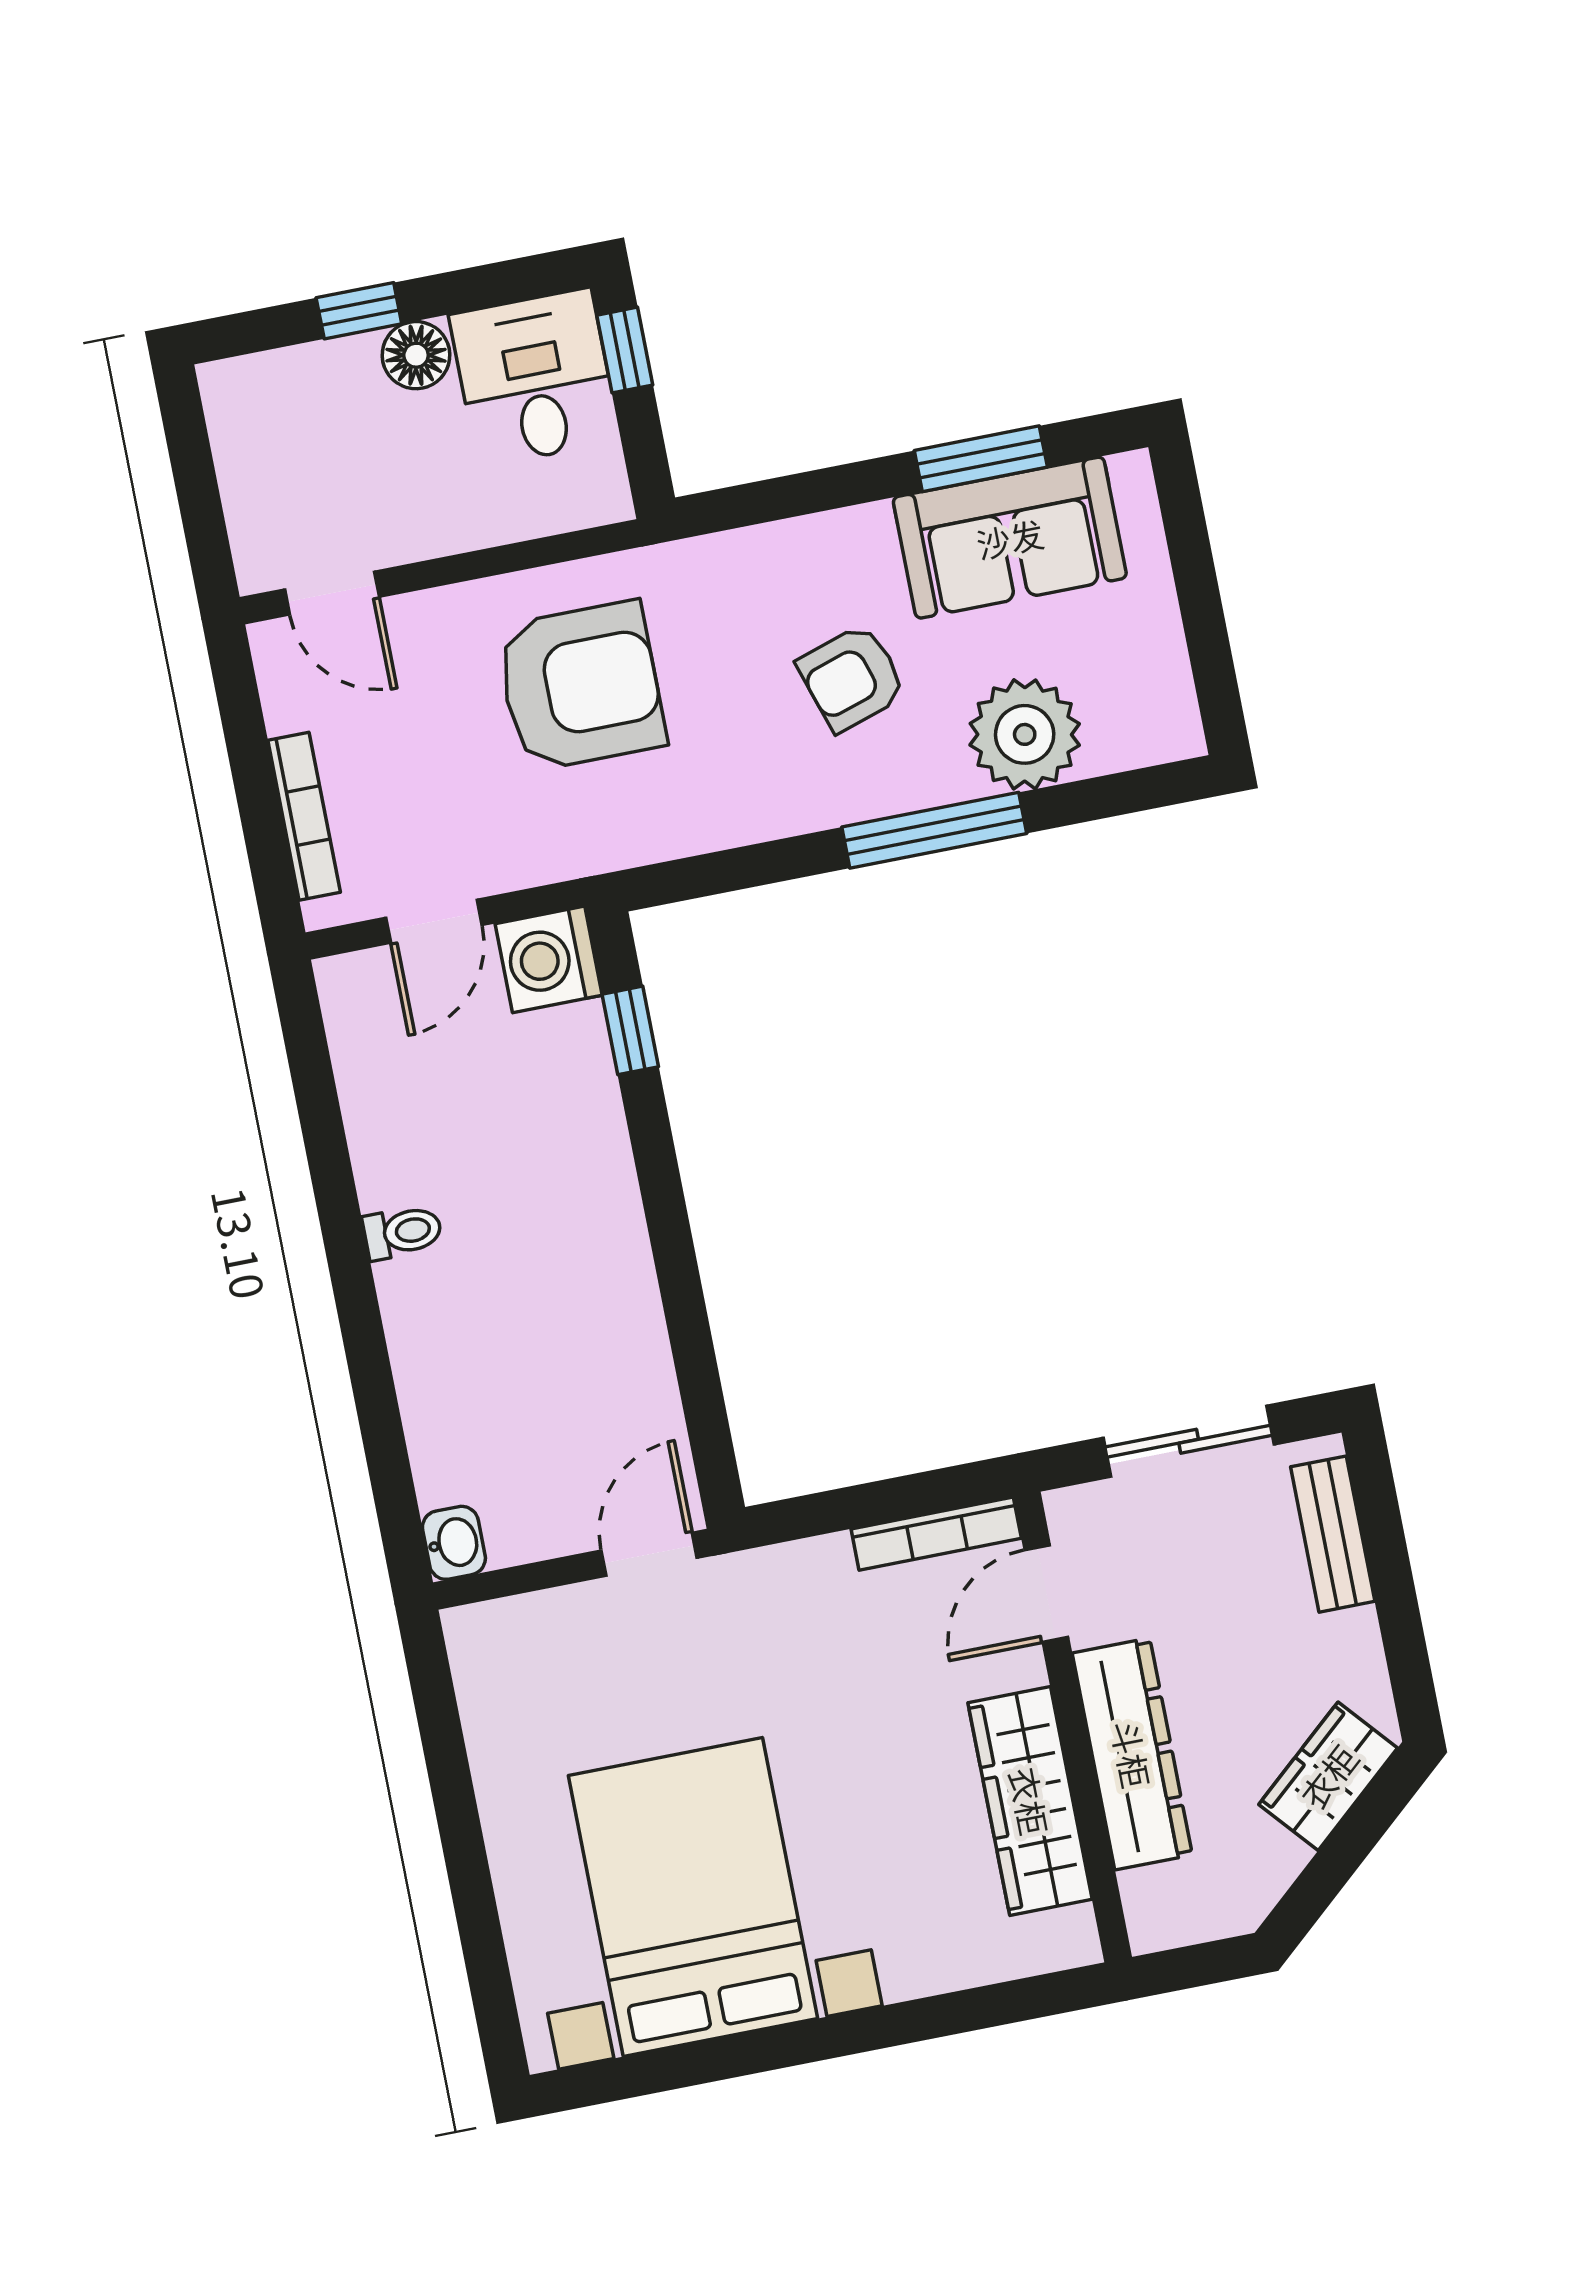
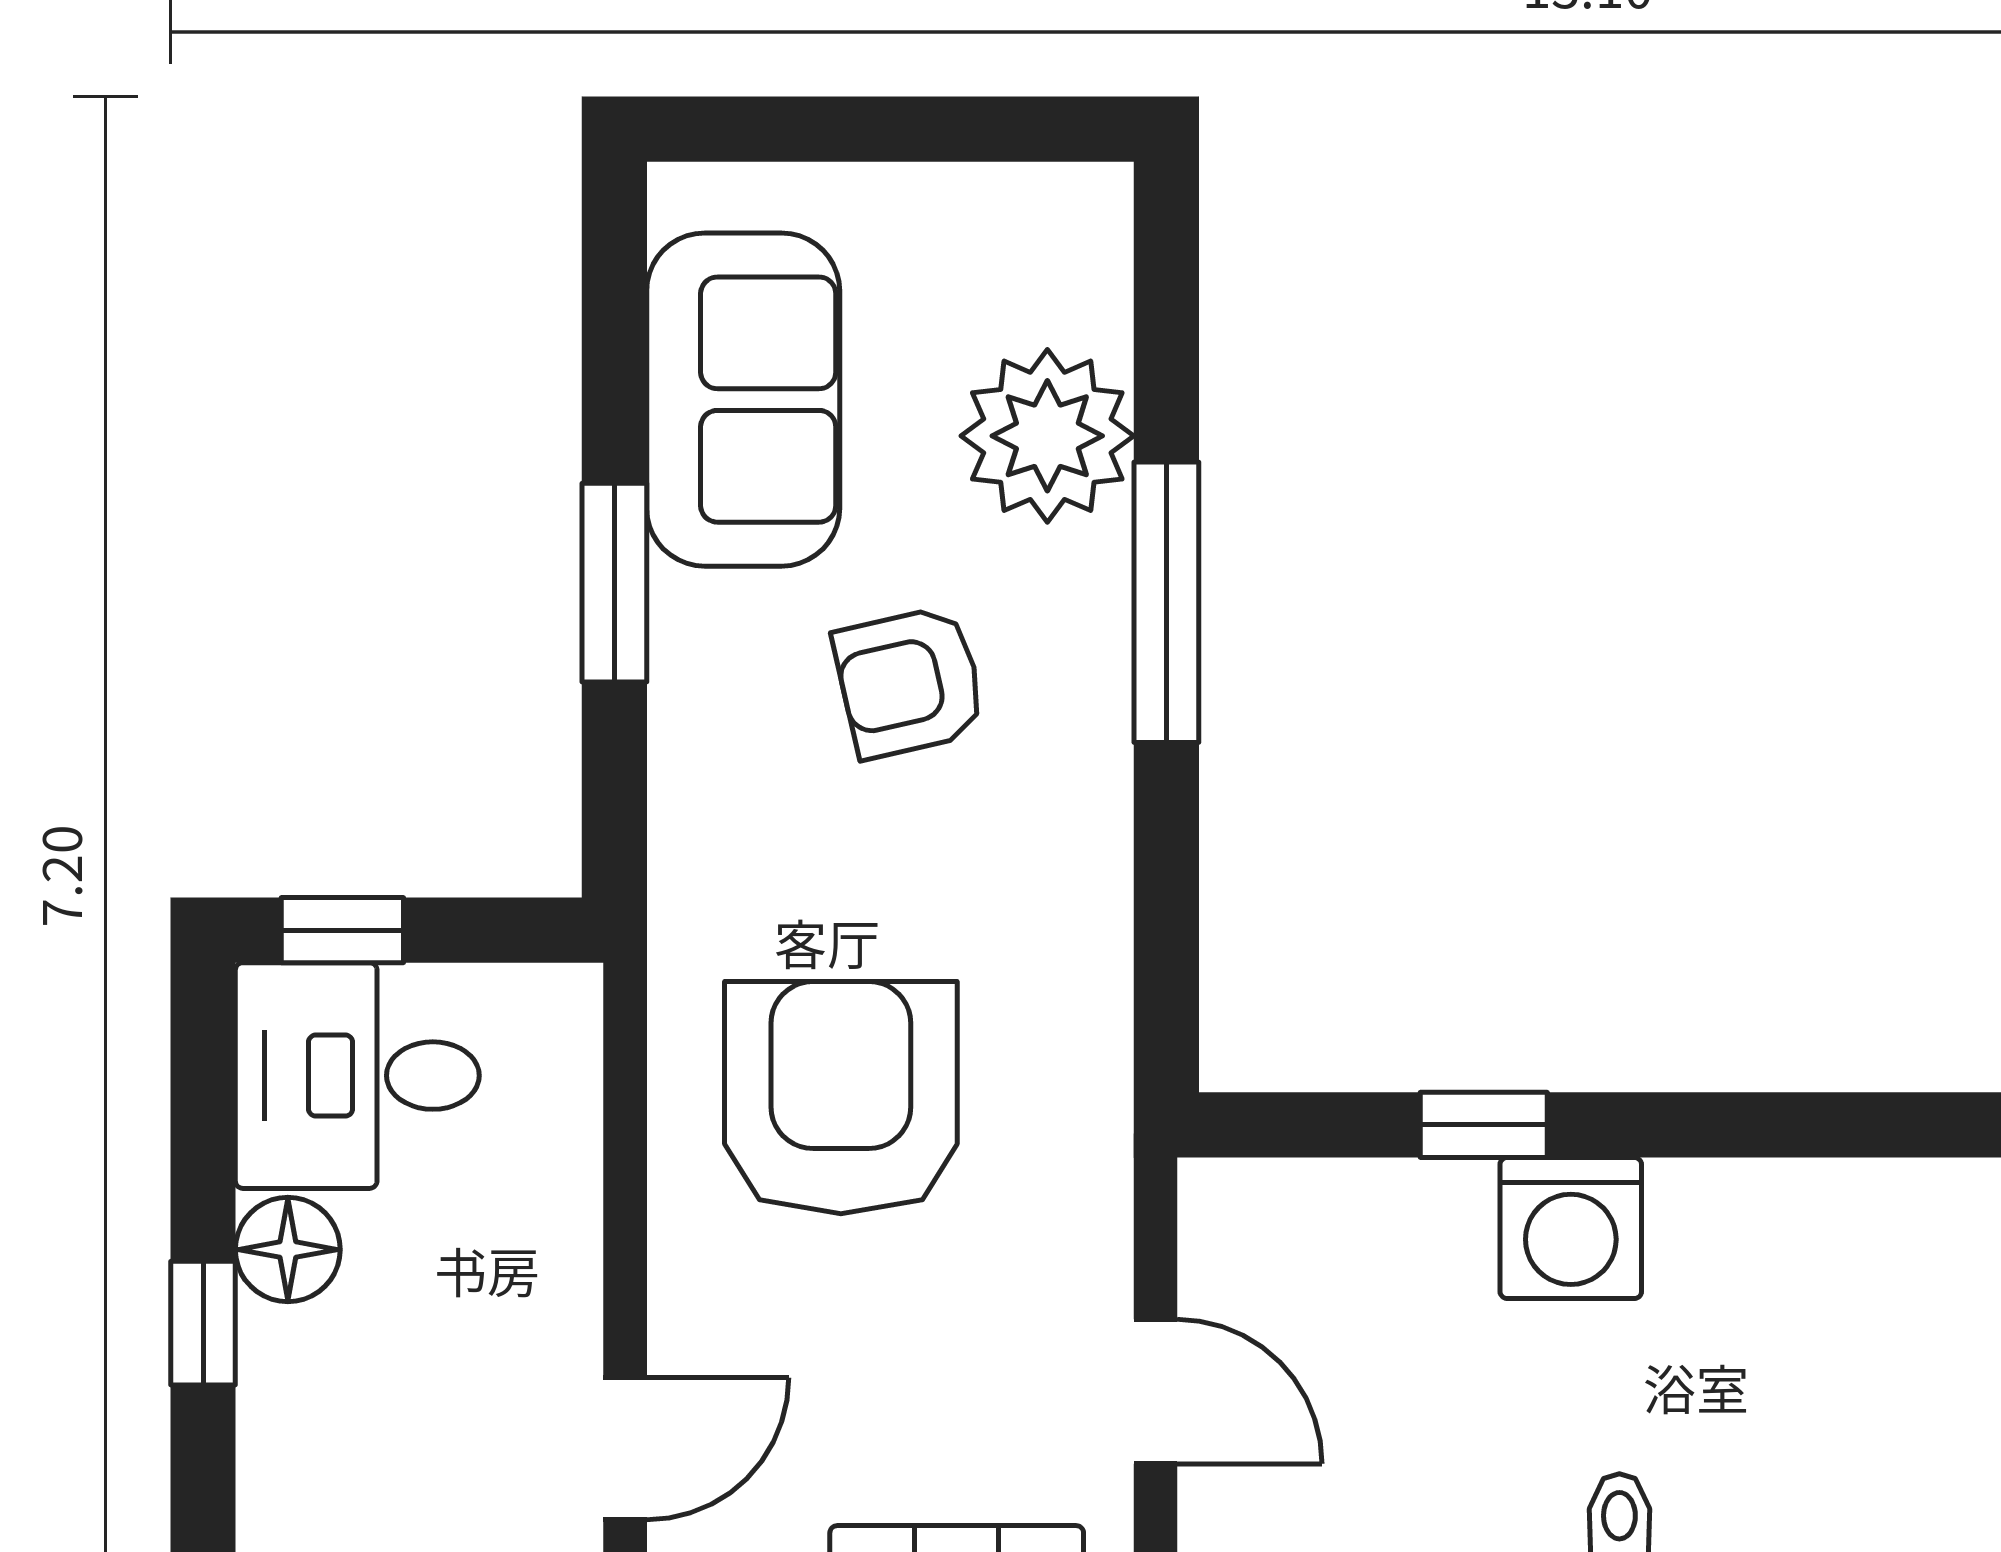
window: (981, 459) -> (614, 583), moved
armchair: (852, 678) -> (910, 682), turned 95
washing machine: (549, 959) -> (1571, 1228), moved
window: (630, 1030) -> (1484, 1125), moved

